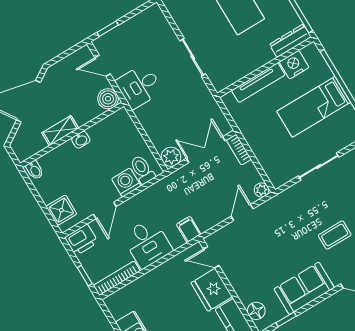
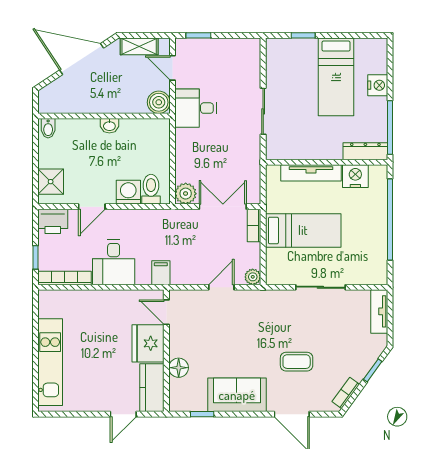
bed: (314, 107) -> (303, 230), moved, turned 180
shelving: (60, 130) -> (139, 46), moved
floor lamp: (256, 311) -> (179, 368), moved

